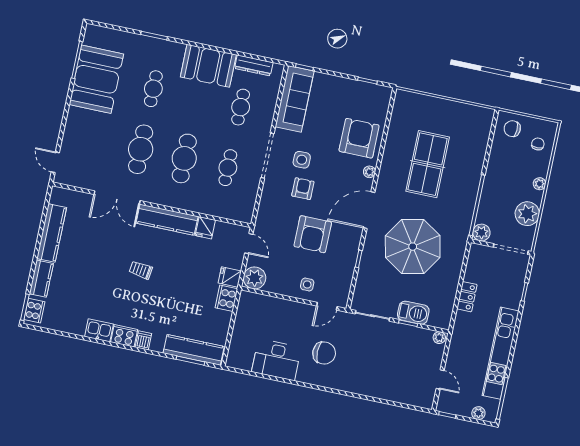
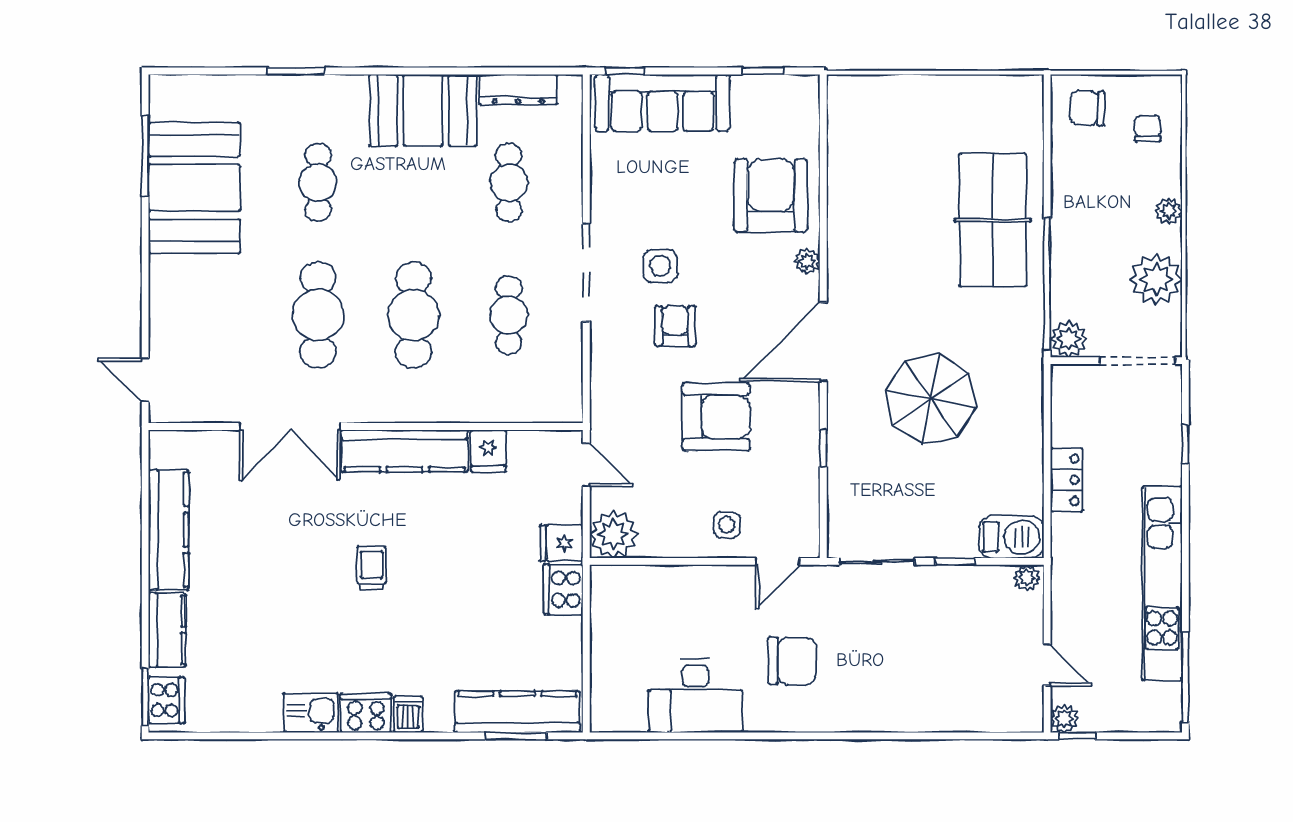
sofa: (294, 99) -> (662, 103), moved, turned 90
table tennis table: (428, 164) -> (993, 220), moved
armchair: (313, 234) -> (716, 417), turned -90
parasol: (413, 247) -> (931, 399), width x0.73, depth x0.73
trolley: (141, 270) -> (372, 568), turned 82
barbecue: (413, 313) -> (1011, 537), moved
plant: (478, 413) -> (1064, 719), moved

